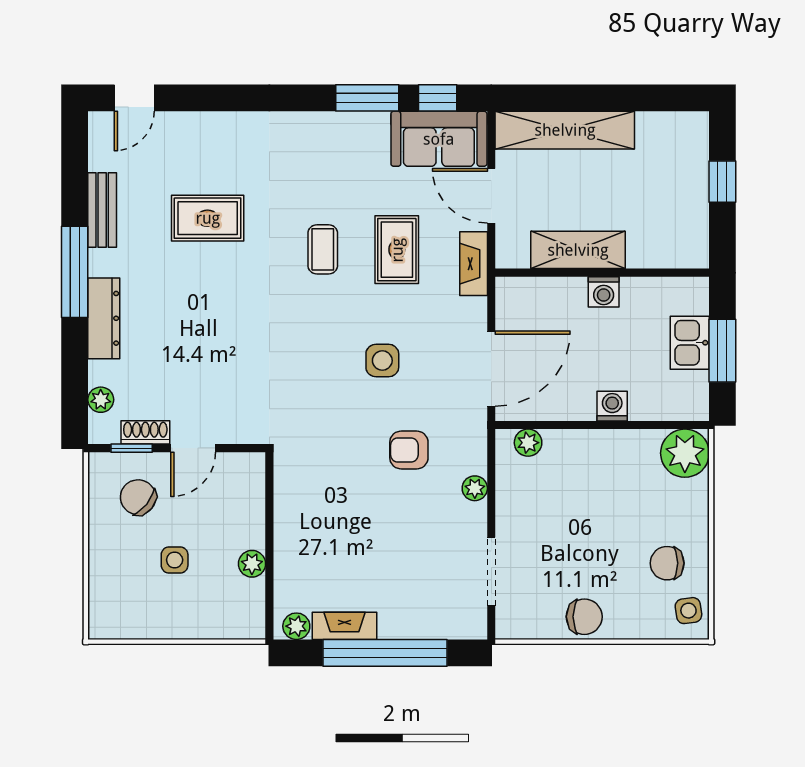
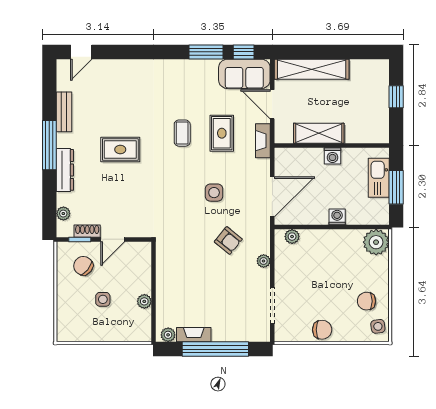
rug: (208, 218) -> (120, 150), moved
kitchen sink: (690, 343) -> (379, 178), width x1.38
armchair: (409, 450) -> (228, 240), turned -141

